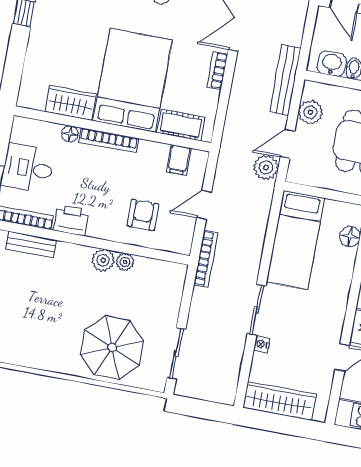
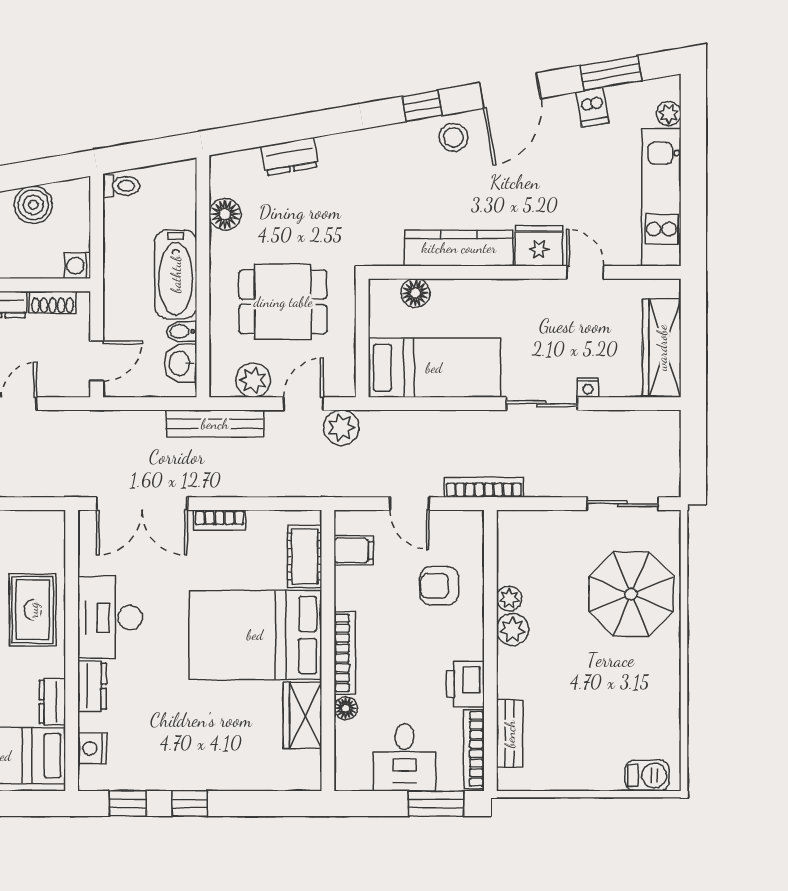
door: (288, 144) -> (303, 404), swing flipped

